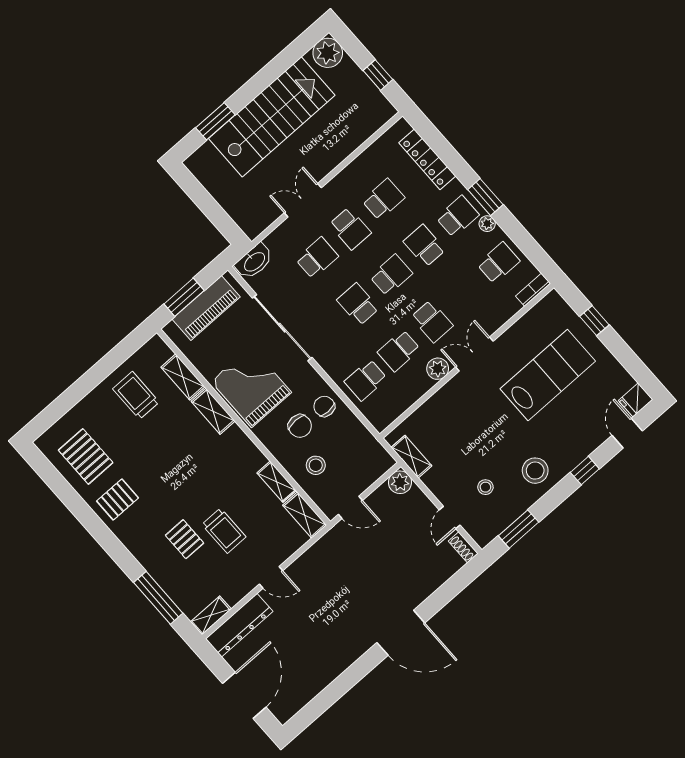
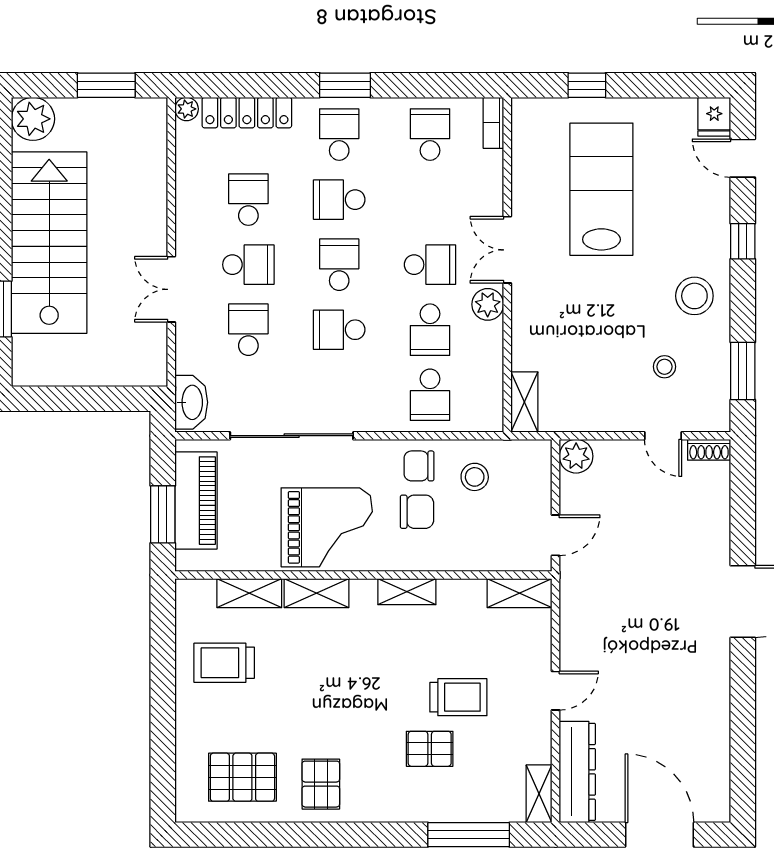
window: (378, 75) -> (106, 85), width x1.50
plant: (487, 224) -> (187, 109), moved
grand piano: (251, 387) -> (327, 527), turned 180
shelving: (412, 457) -> (524, 402), moved, turned 90
stool: (316, 465) -> (475, 477), moved
shelving: (277, 482) -> (407, 592), moved

